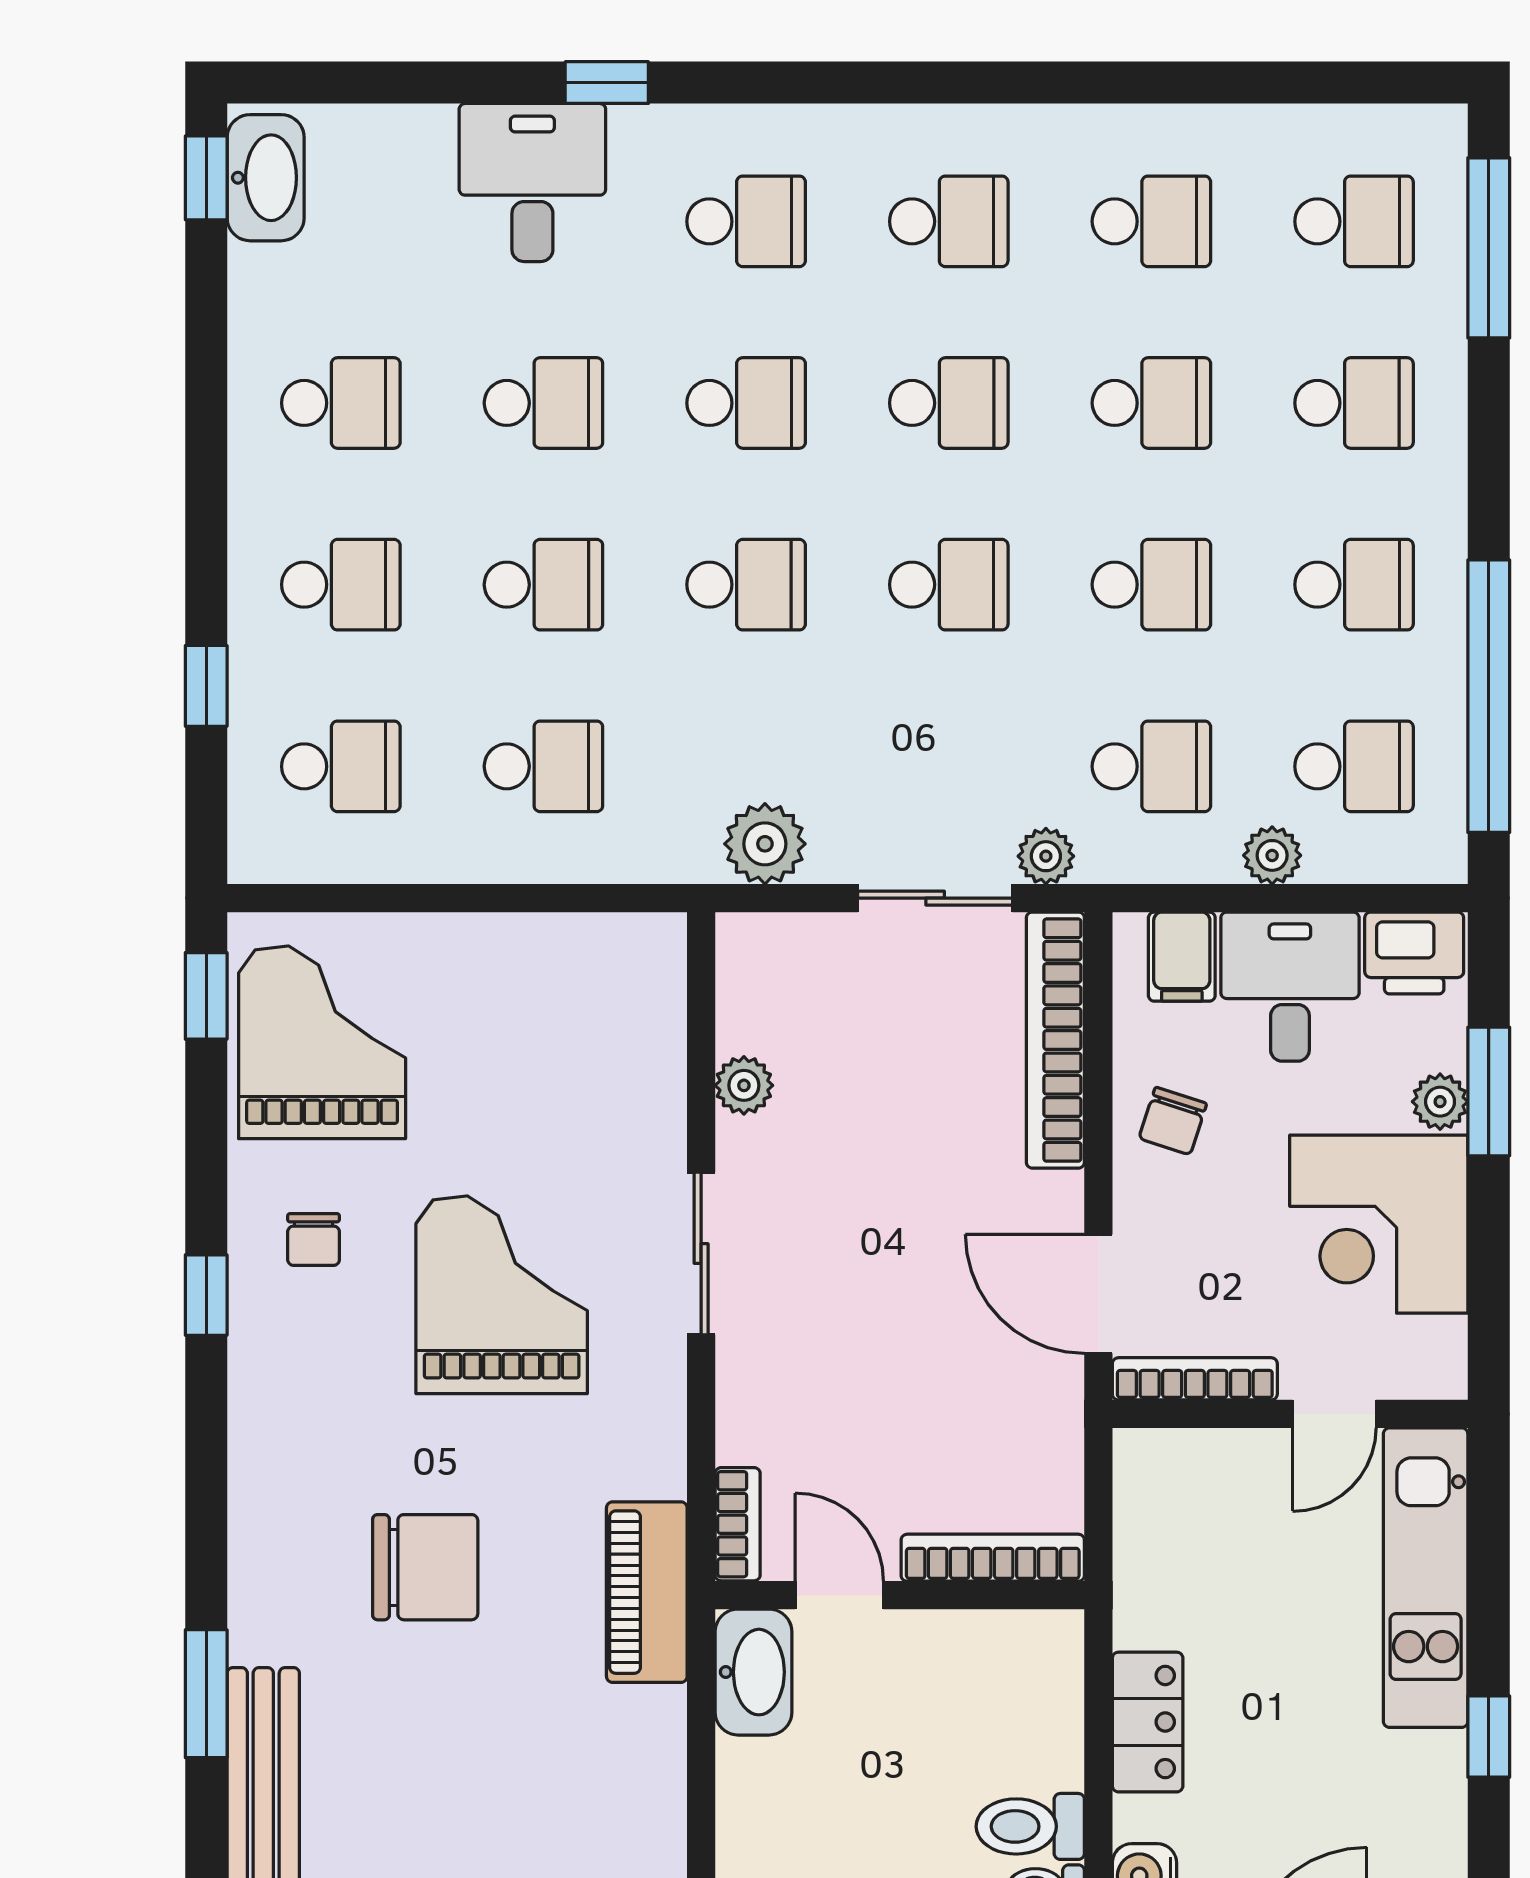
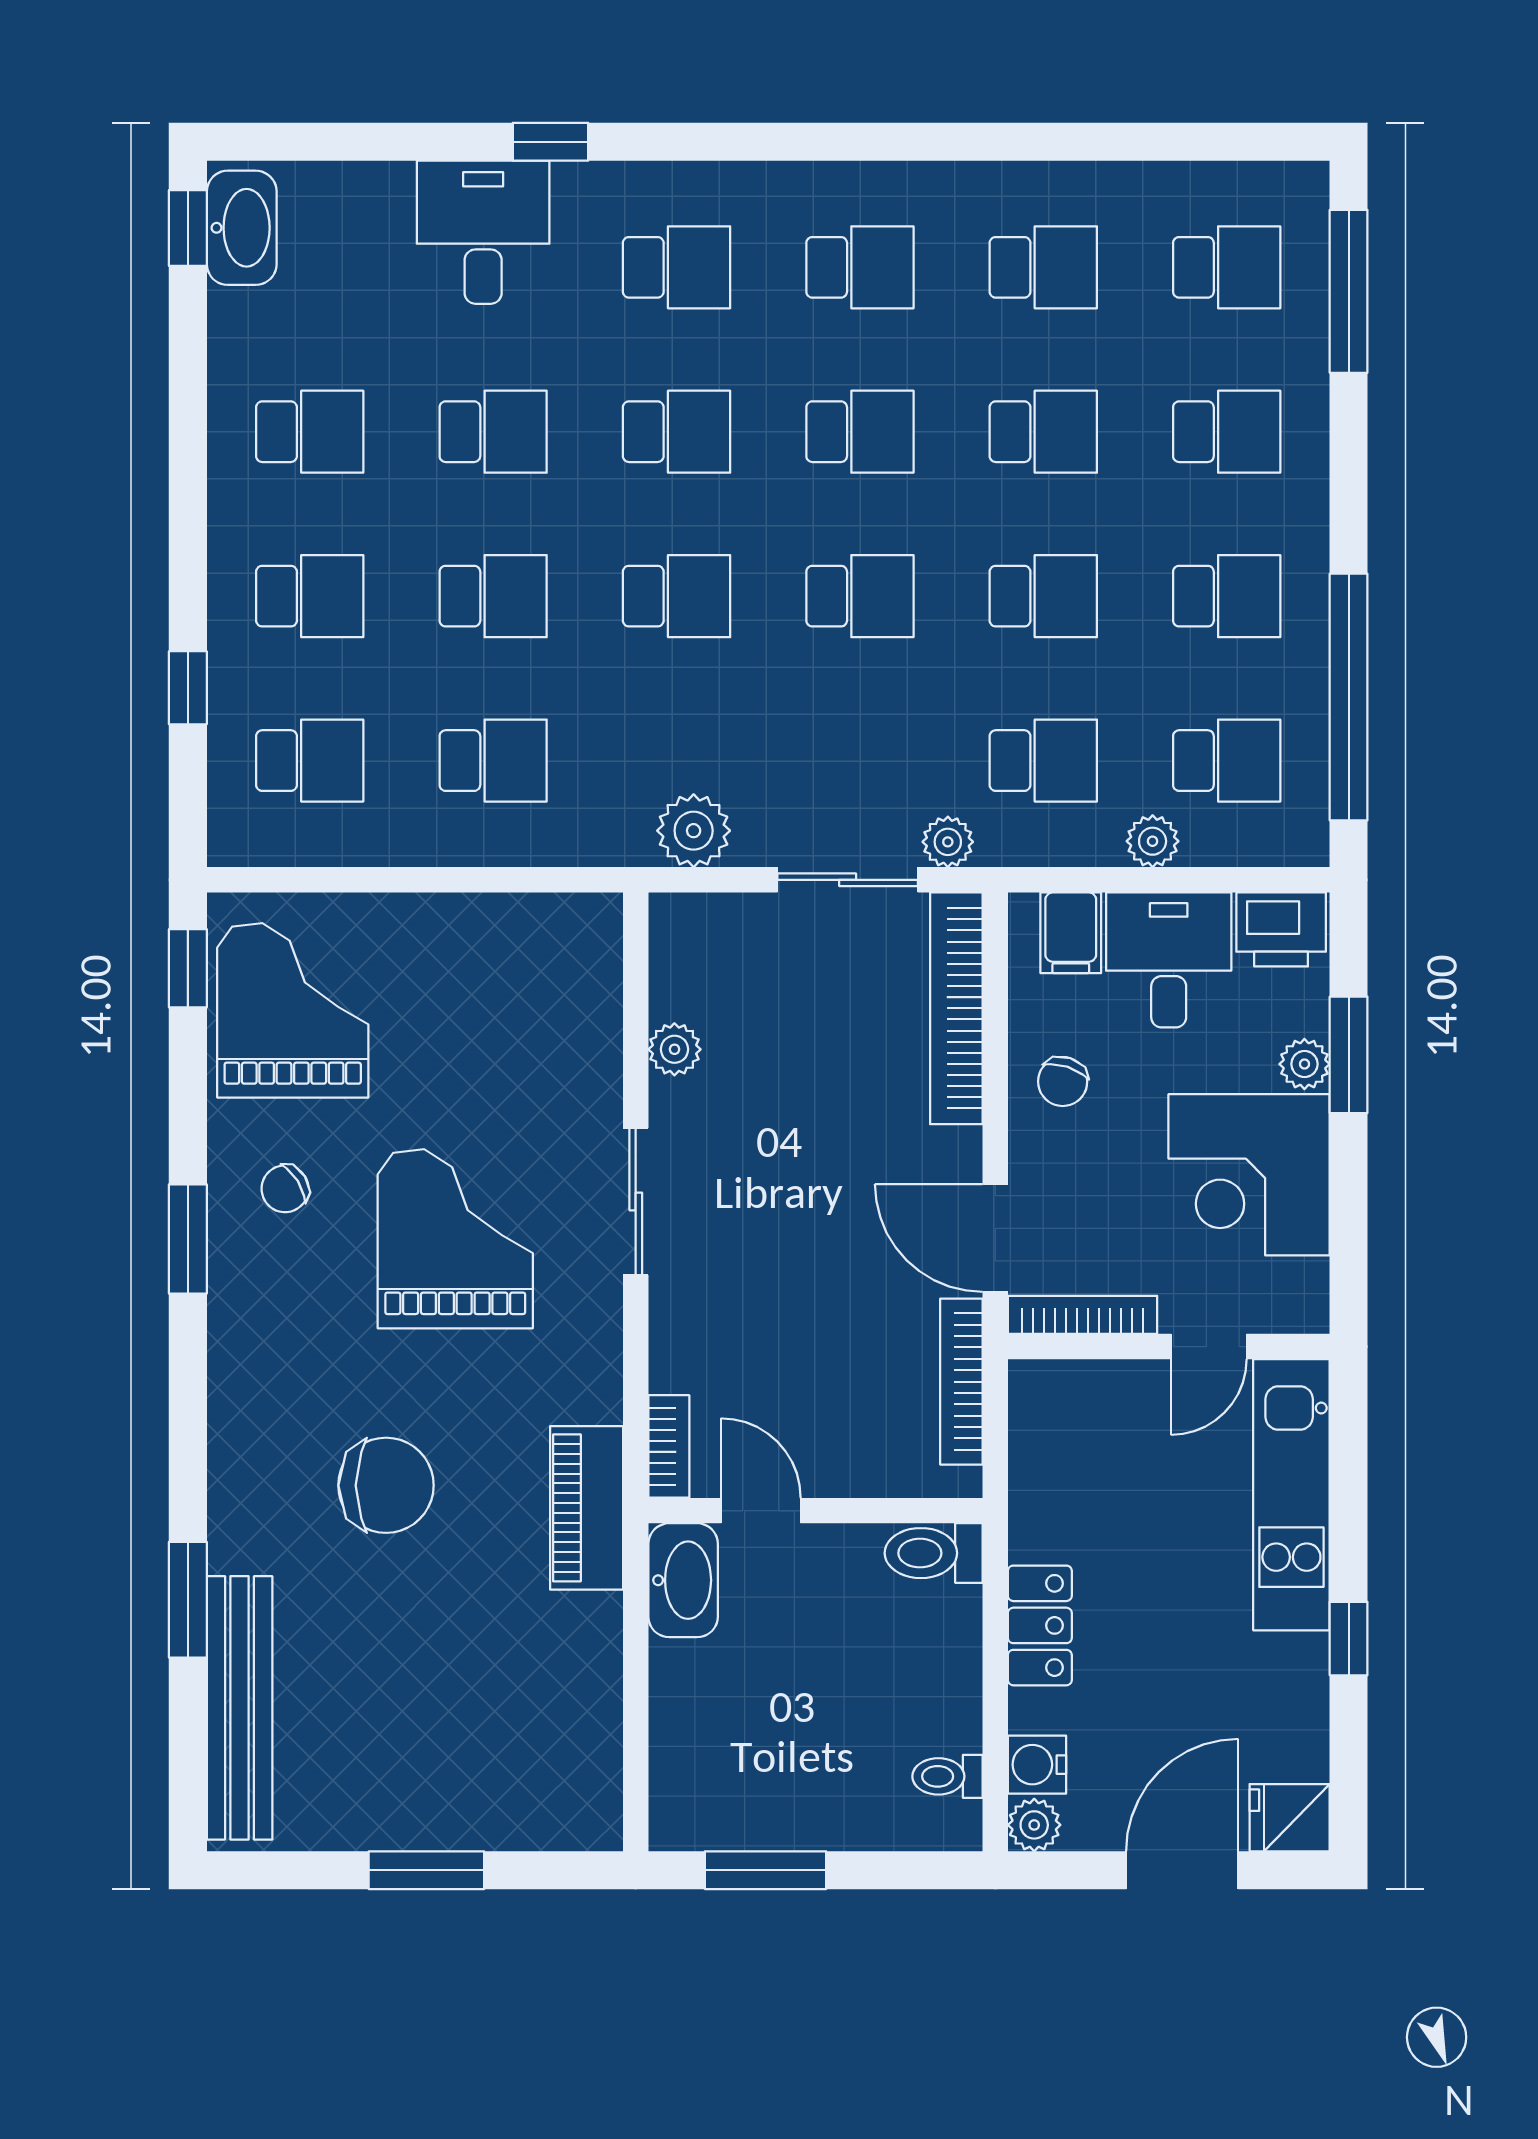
chair: (314, 1240) -> (285, 1189), turned 58
window: (206, 1295) -> (188, 1239), width x1.50
bookcase: (993, 1558) -> (961, 1382), moved, turned -90
toilet: (1030, 1826) -> (934, 1553), moved

